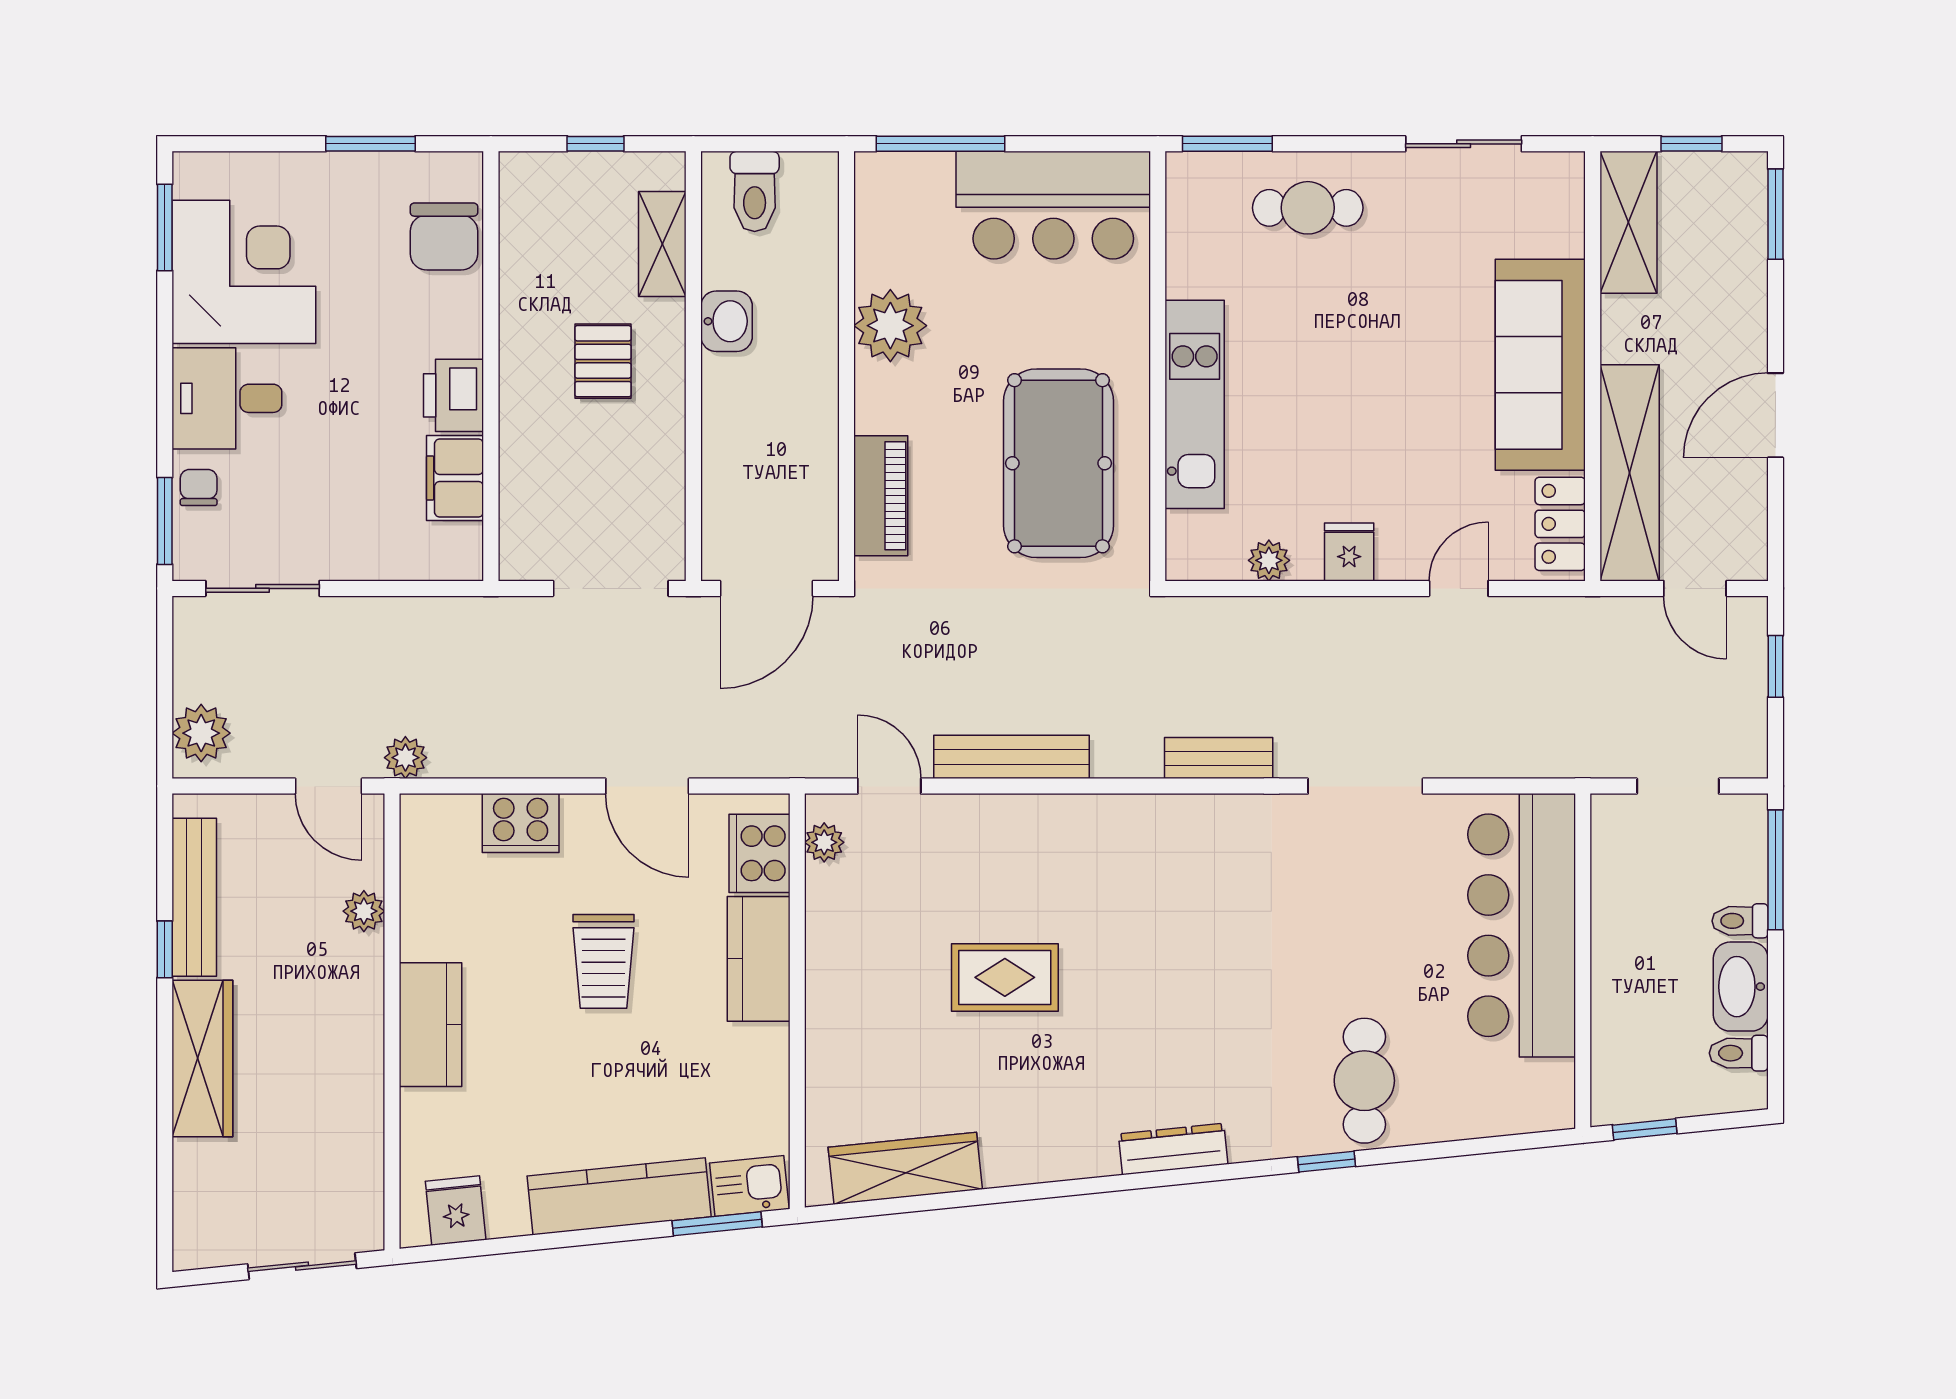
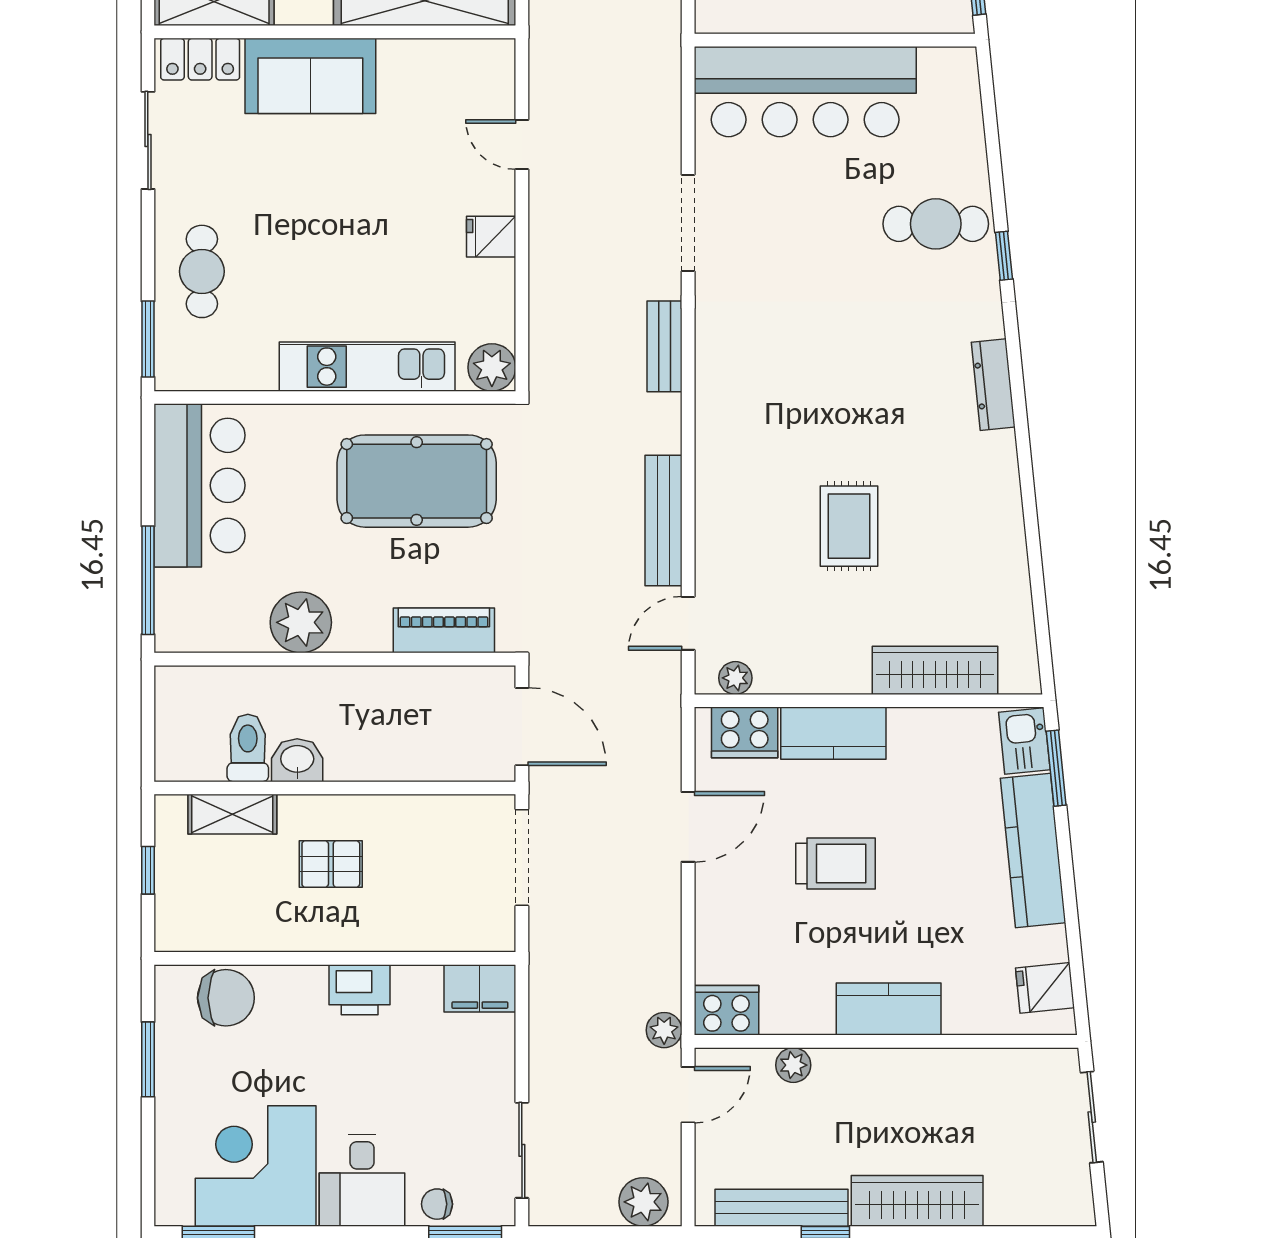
toilet: (755, 191) -> (248, 748), moved, turned -90
sofa: (1540, 365) -> (310, 76), width x0.73
filing cabinet: (455, 478) -> (480, 988), moved
locker: (1560, 524) -> (200, 59), moved
plant: (1269, 560) -> (492, 367), moved, width x1.38, depth x1.38
cooker: (521, 823) -> (726, 1010), moved, turned -90
wardrobe: (905, 1168) -> (935, 670), moved, turned 96

